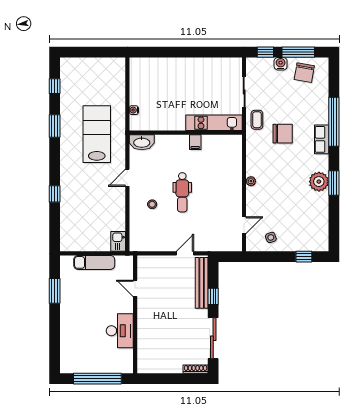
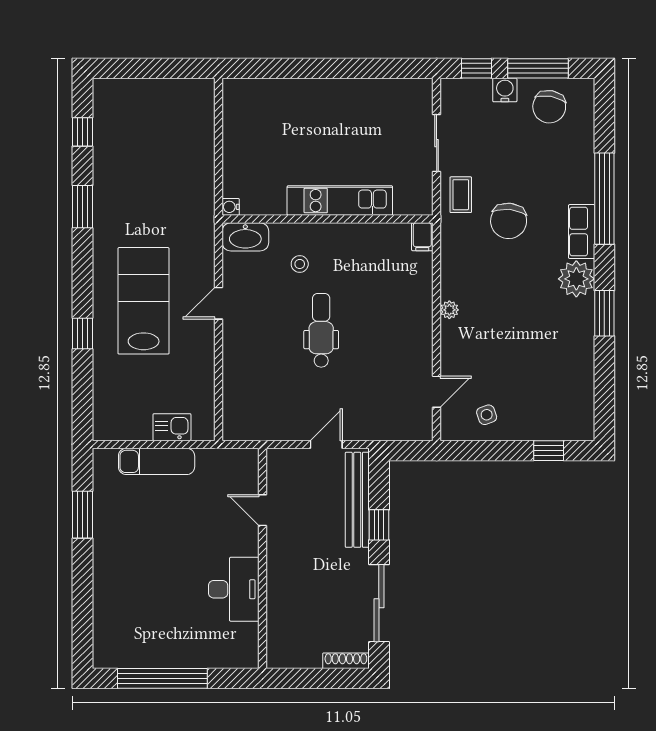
water cooler: (134, 110) -> (231, 207), moved
kitchen unit: (214, 123) -> (340, 201), moved
lab bench: (97, 134) -> (144, 301), moved
chair: (283, 134) -> (509, 221), turned 96
filing cabinet: (195, 142) -> (422, 237), moved
plant: (319, 182) -> (576, 279), moved
dental chair: (182, 192) -> (321, 330), turned 180
stool: (152, 204) -> (300, 264), moved
kitchen sink: (118, 241) -> (172, 427), moved, turned 90
door: (135, 288) -> (263, 510), moved
wall: (135, 314) -> (263, 558), moved
desk: (120, 331) -> (234, 589), moved

